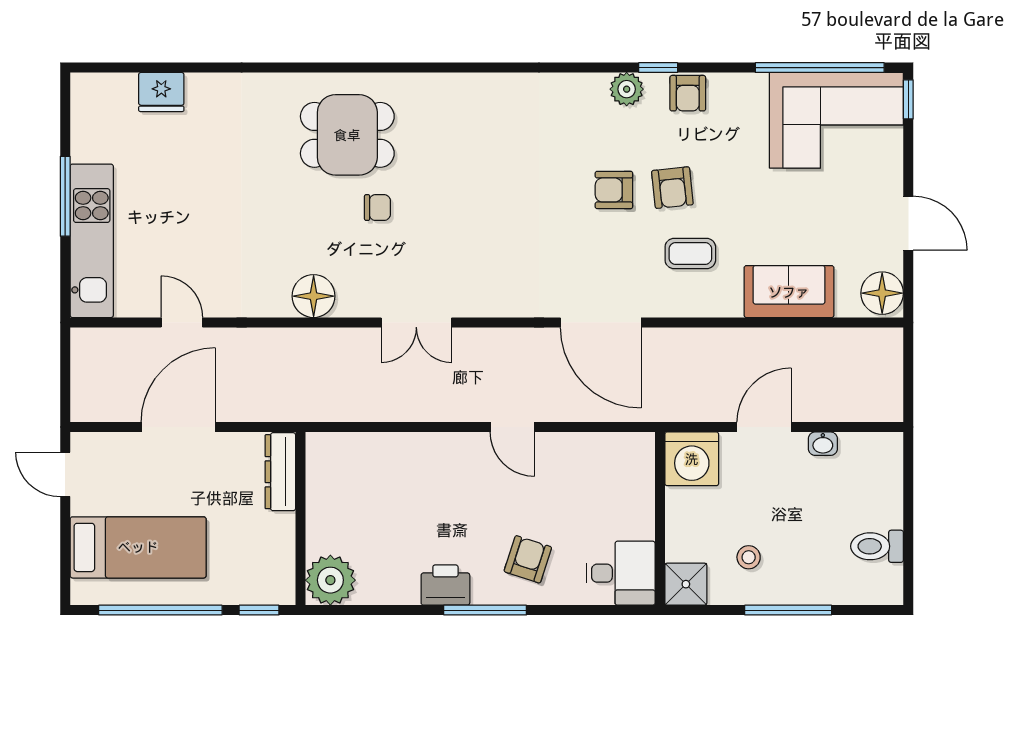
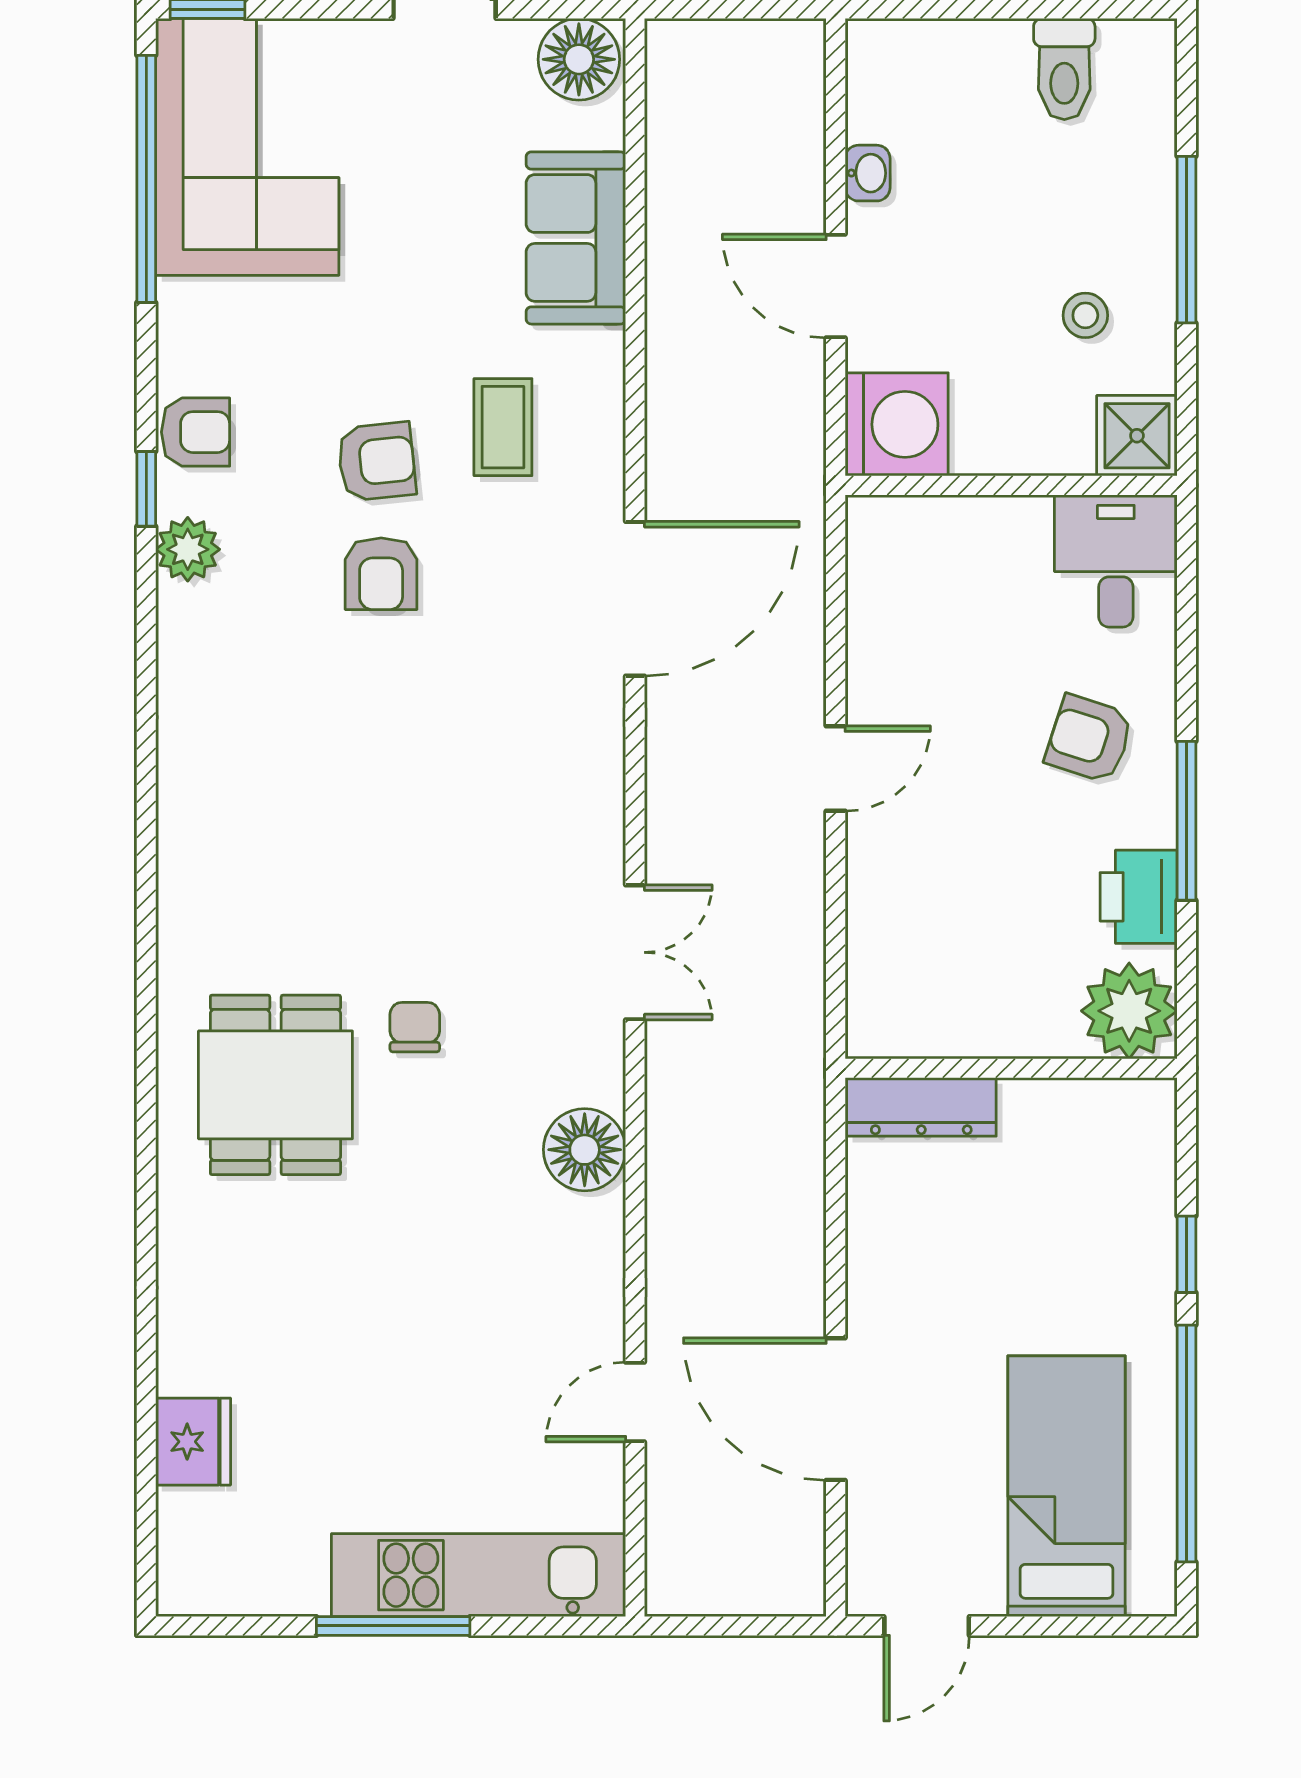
dresser: (280, 472) -> (921, 1107), moved
wall: (300, 519) -> (1011, 1068), moved
plant: (330, 580) -> (1129, 1011), moved

